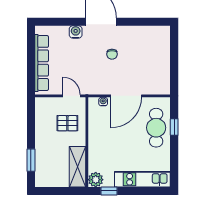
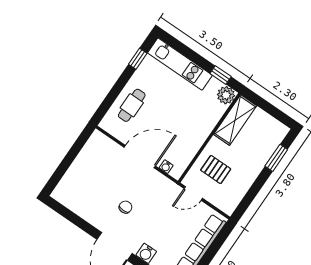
door: (72, 96) -> (193, 193), hinge flipped
window: (174, 127) -> (138, 59), moved
cafe table: (156, 128) -> (132, 105), width x0.73, depth x0.74

